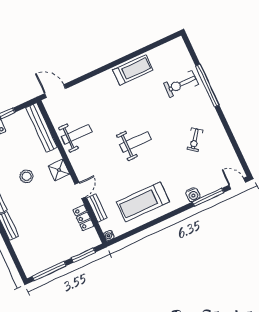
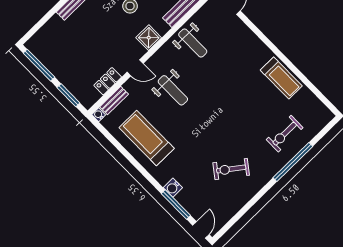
exercise bike: (181, 84) -> (285, 134), turned -90
exercise bike: (195, 140) -> (231, 169), width x1.38, depth x1.39
weight bench: (135, 142) -> (173, 90), moved
bench: (97, 208) -> (114, 101), moved

